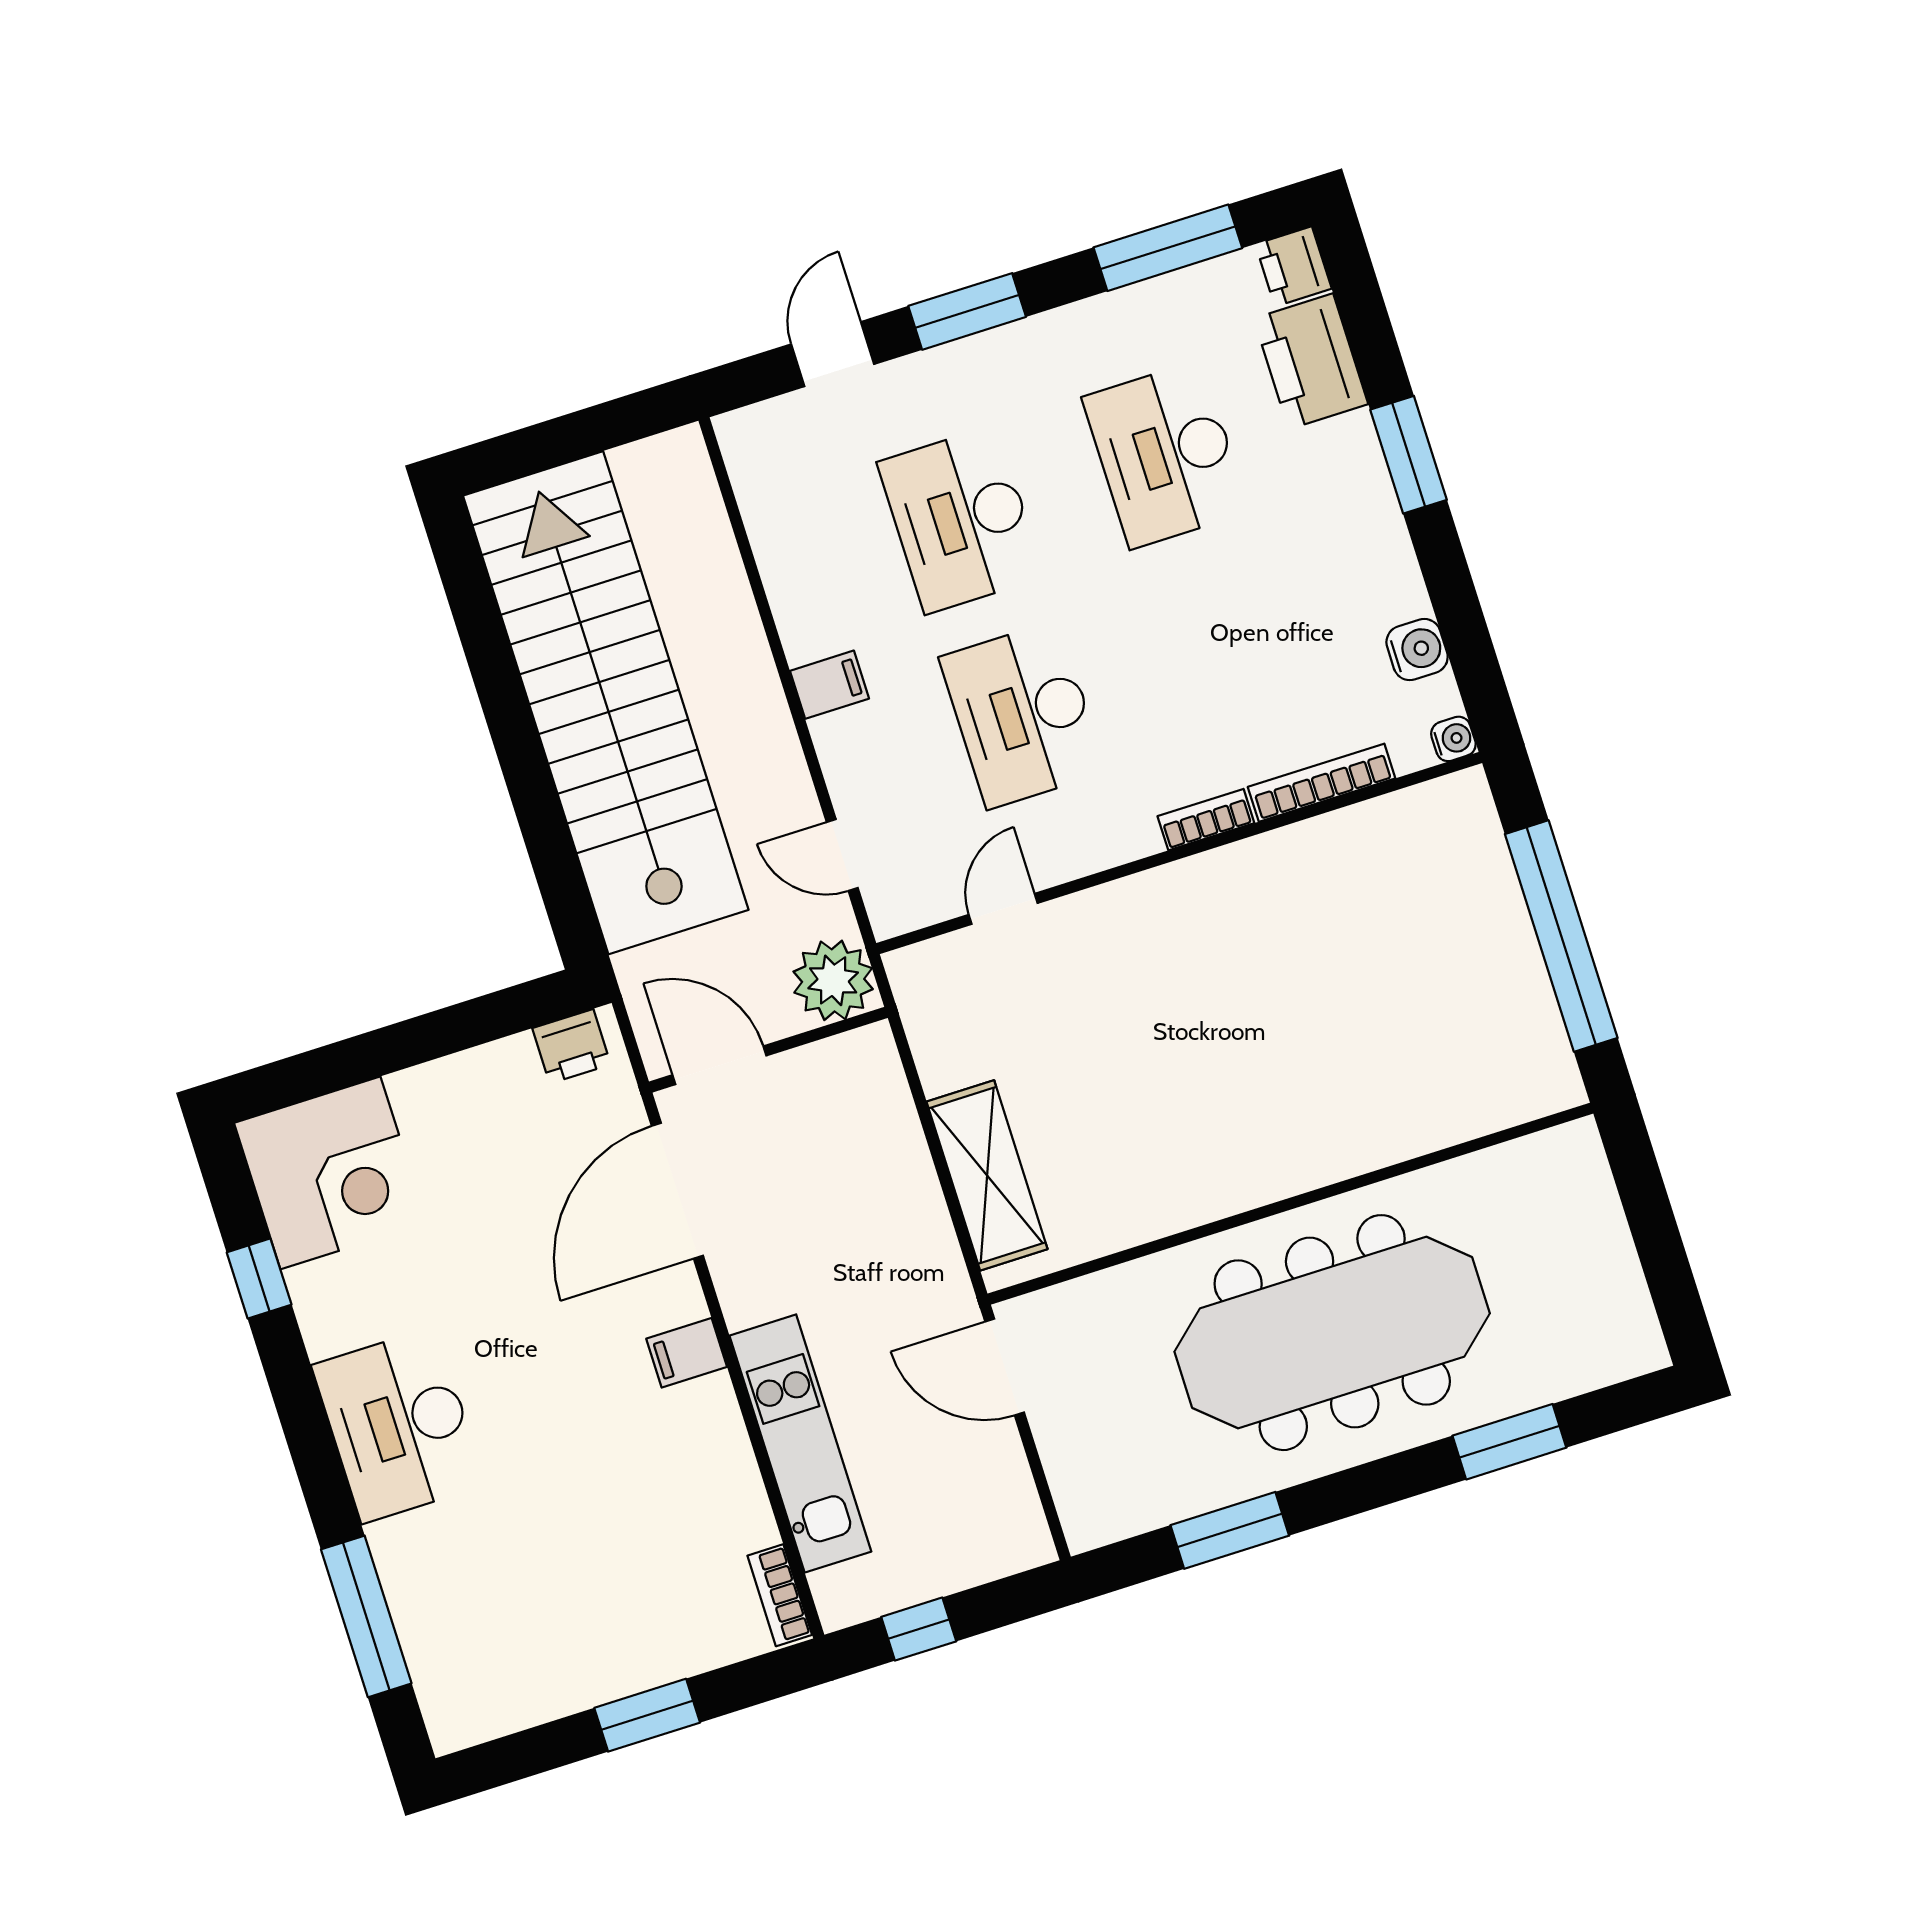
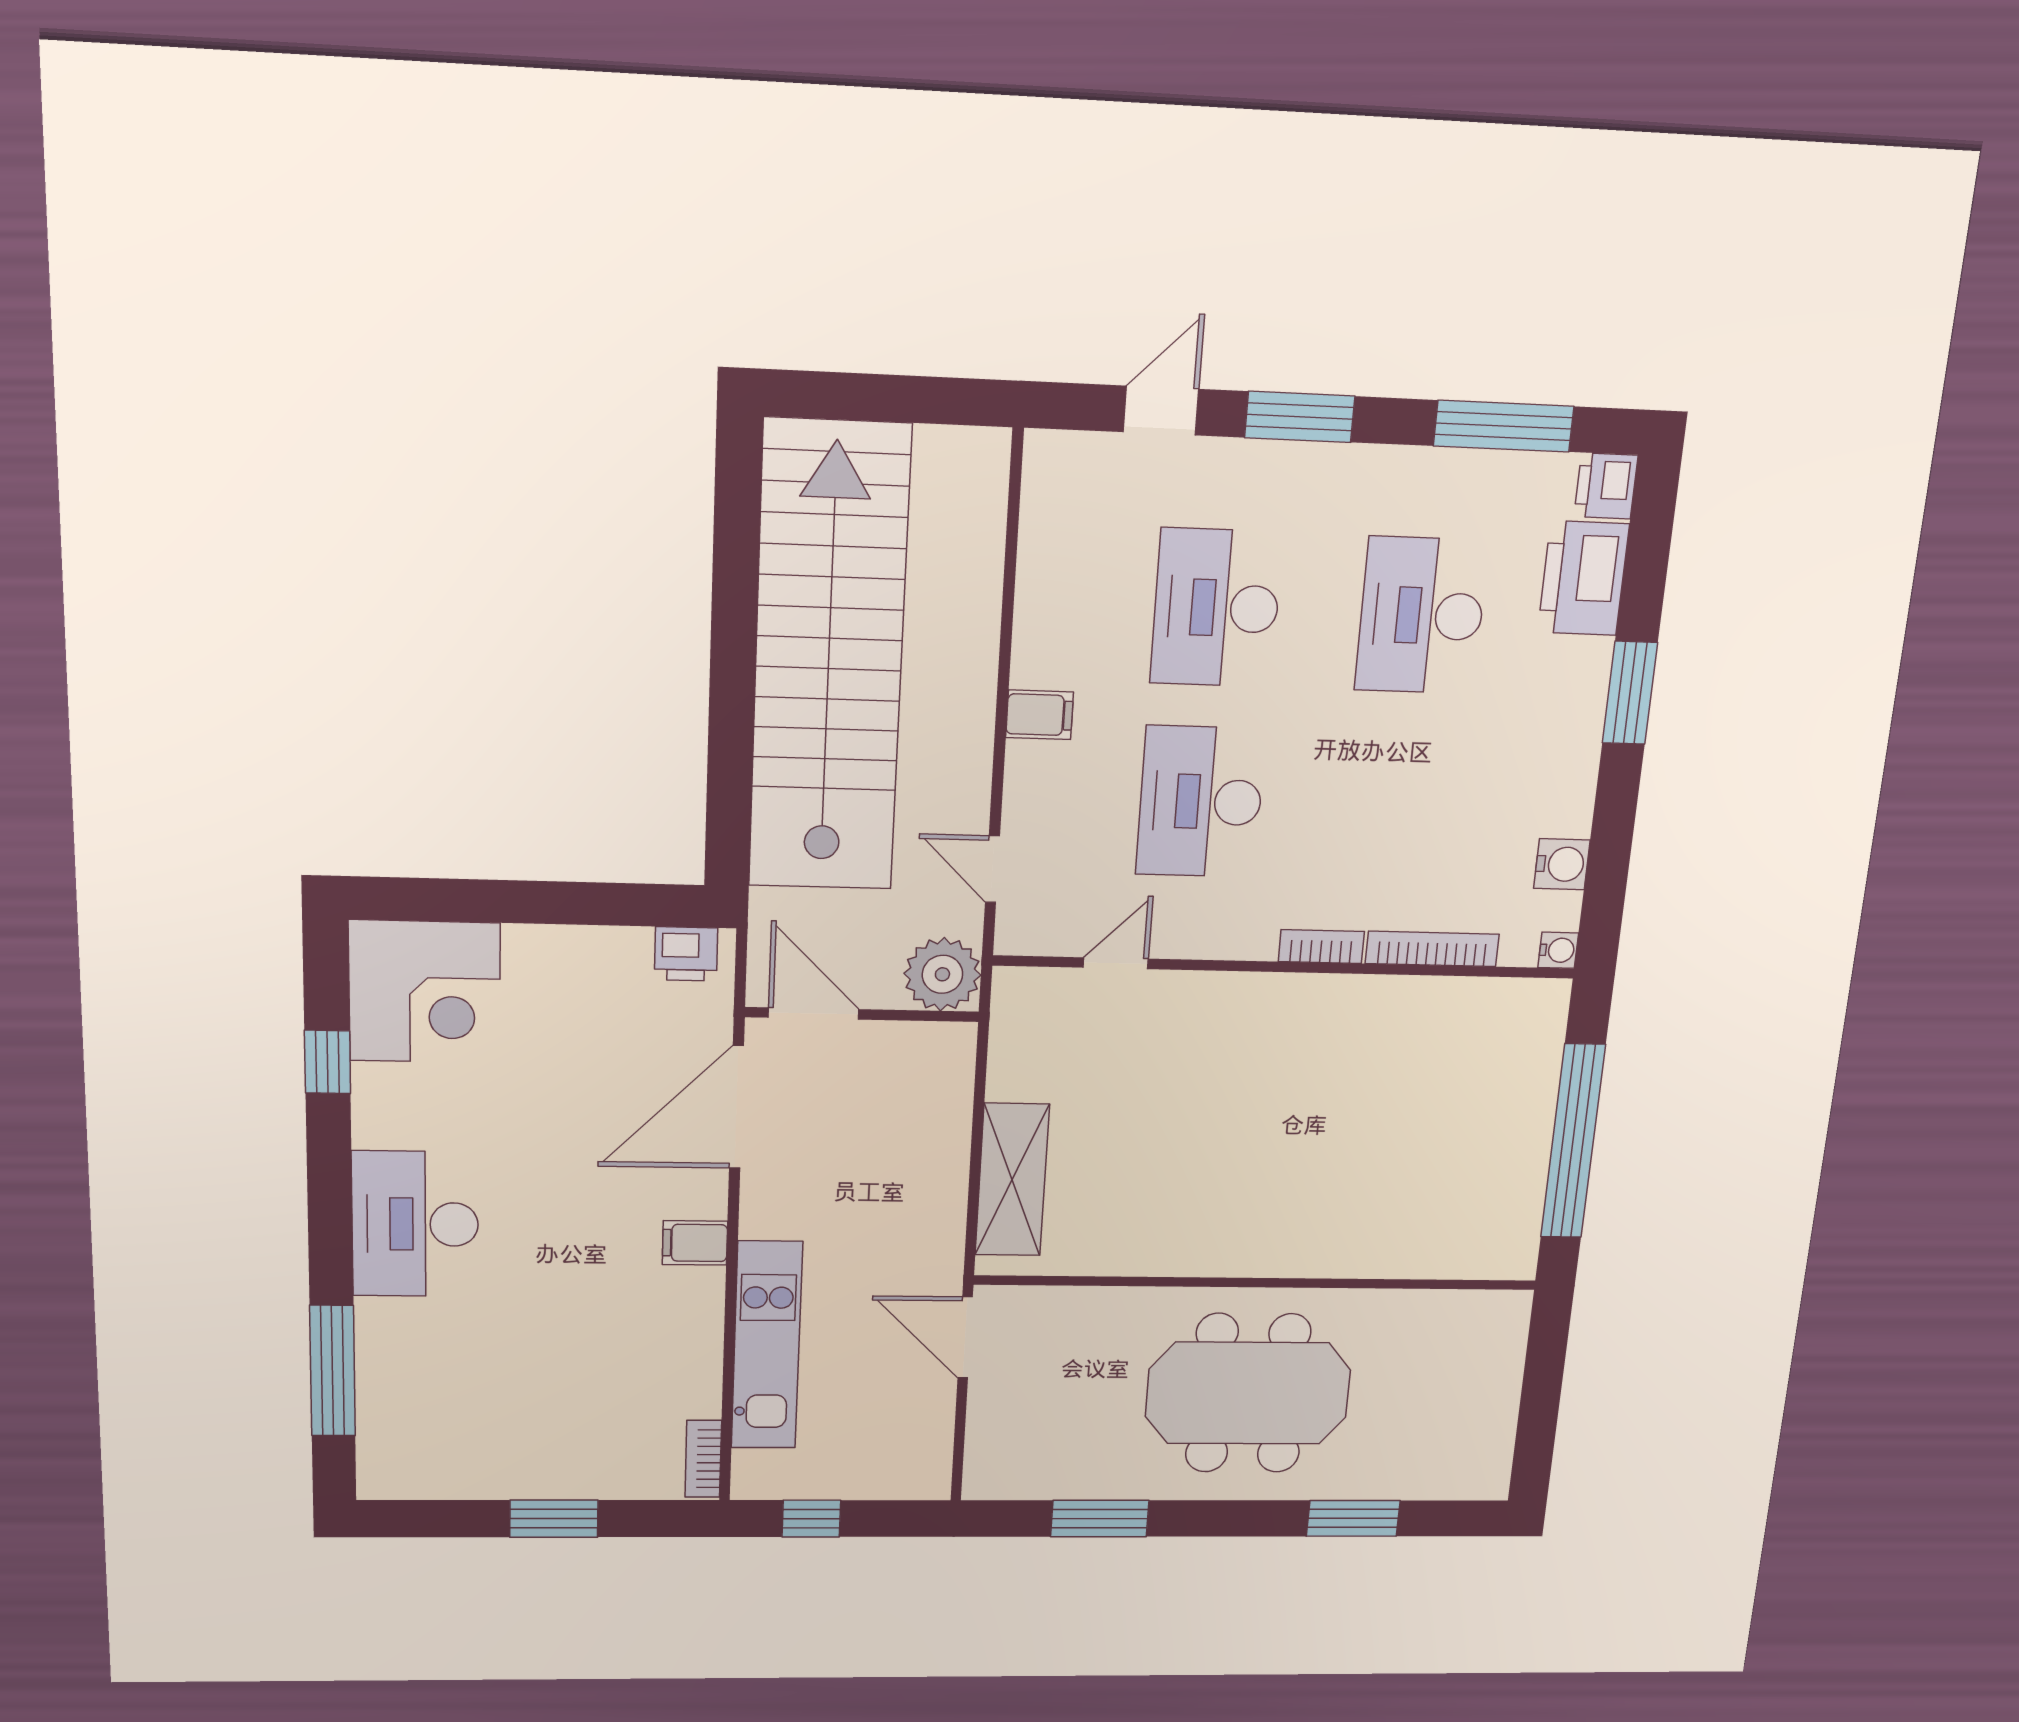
meeting table: (1332, 1333) -> (1248, 1393), width x0.73

